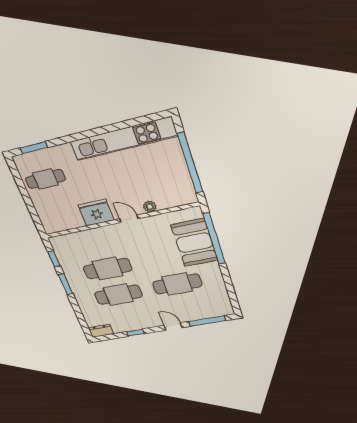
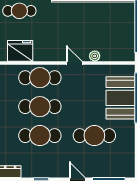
fridge: (96, 213) -> (20, 51), moved
cafe table: (96, 241) -> (40, 78), added

